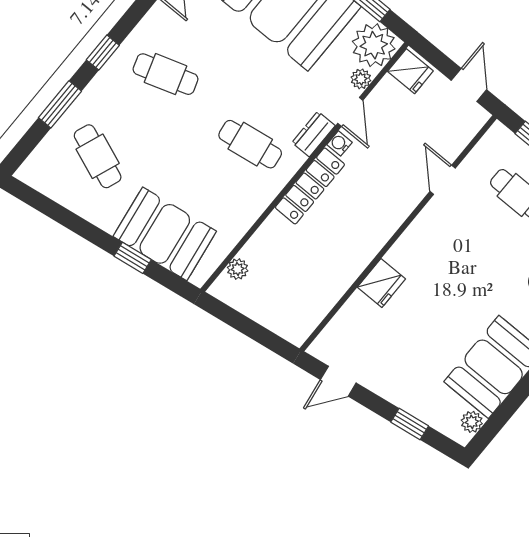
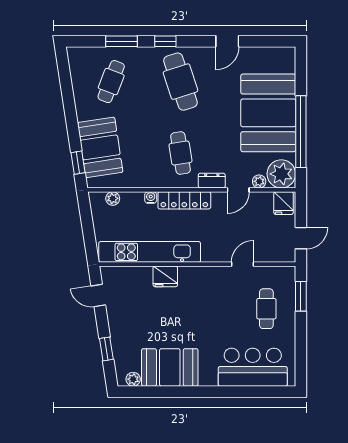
cafe table: (166, 74) -> (180, 82), width x1.37, depth x1.35
water cooler: (340, 143) -> (151, 198), moved
window: (133, 258) -> (78, 163), moved
kitchen unit: (337, 278) -> (150, 252), added

